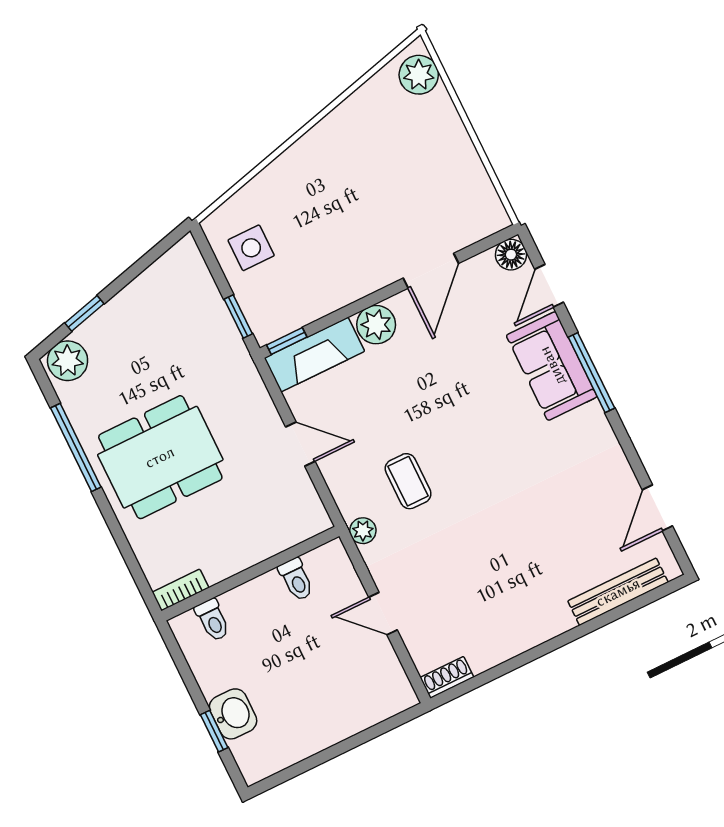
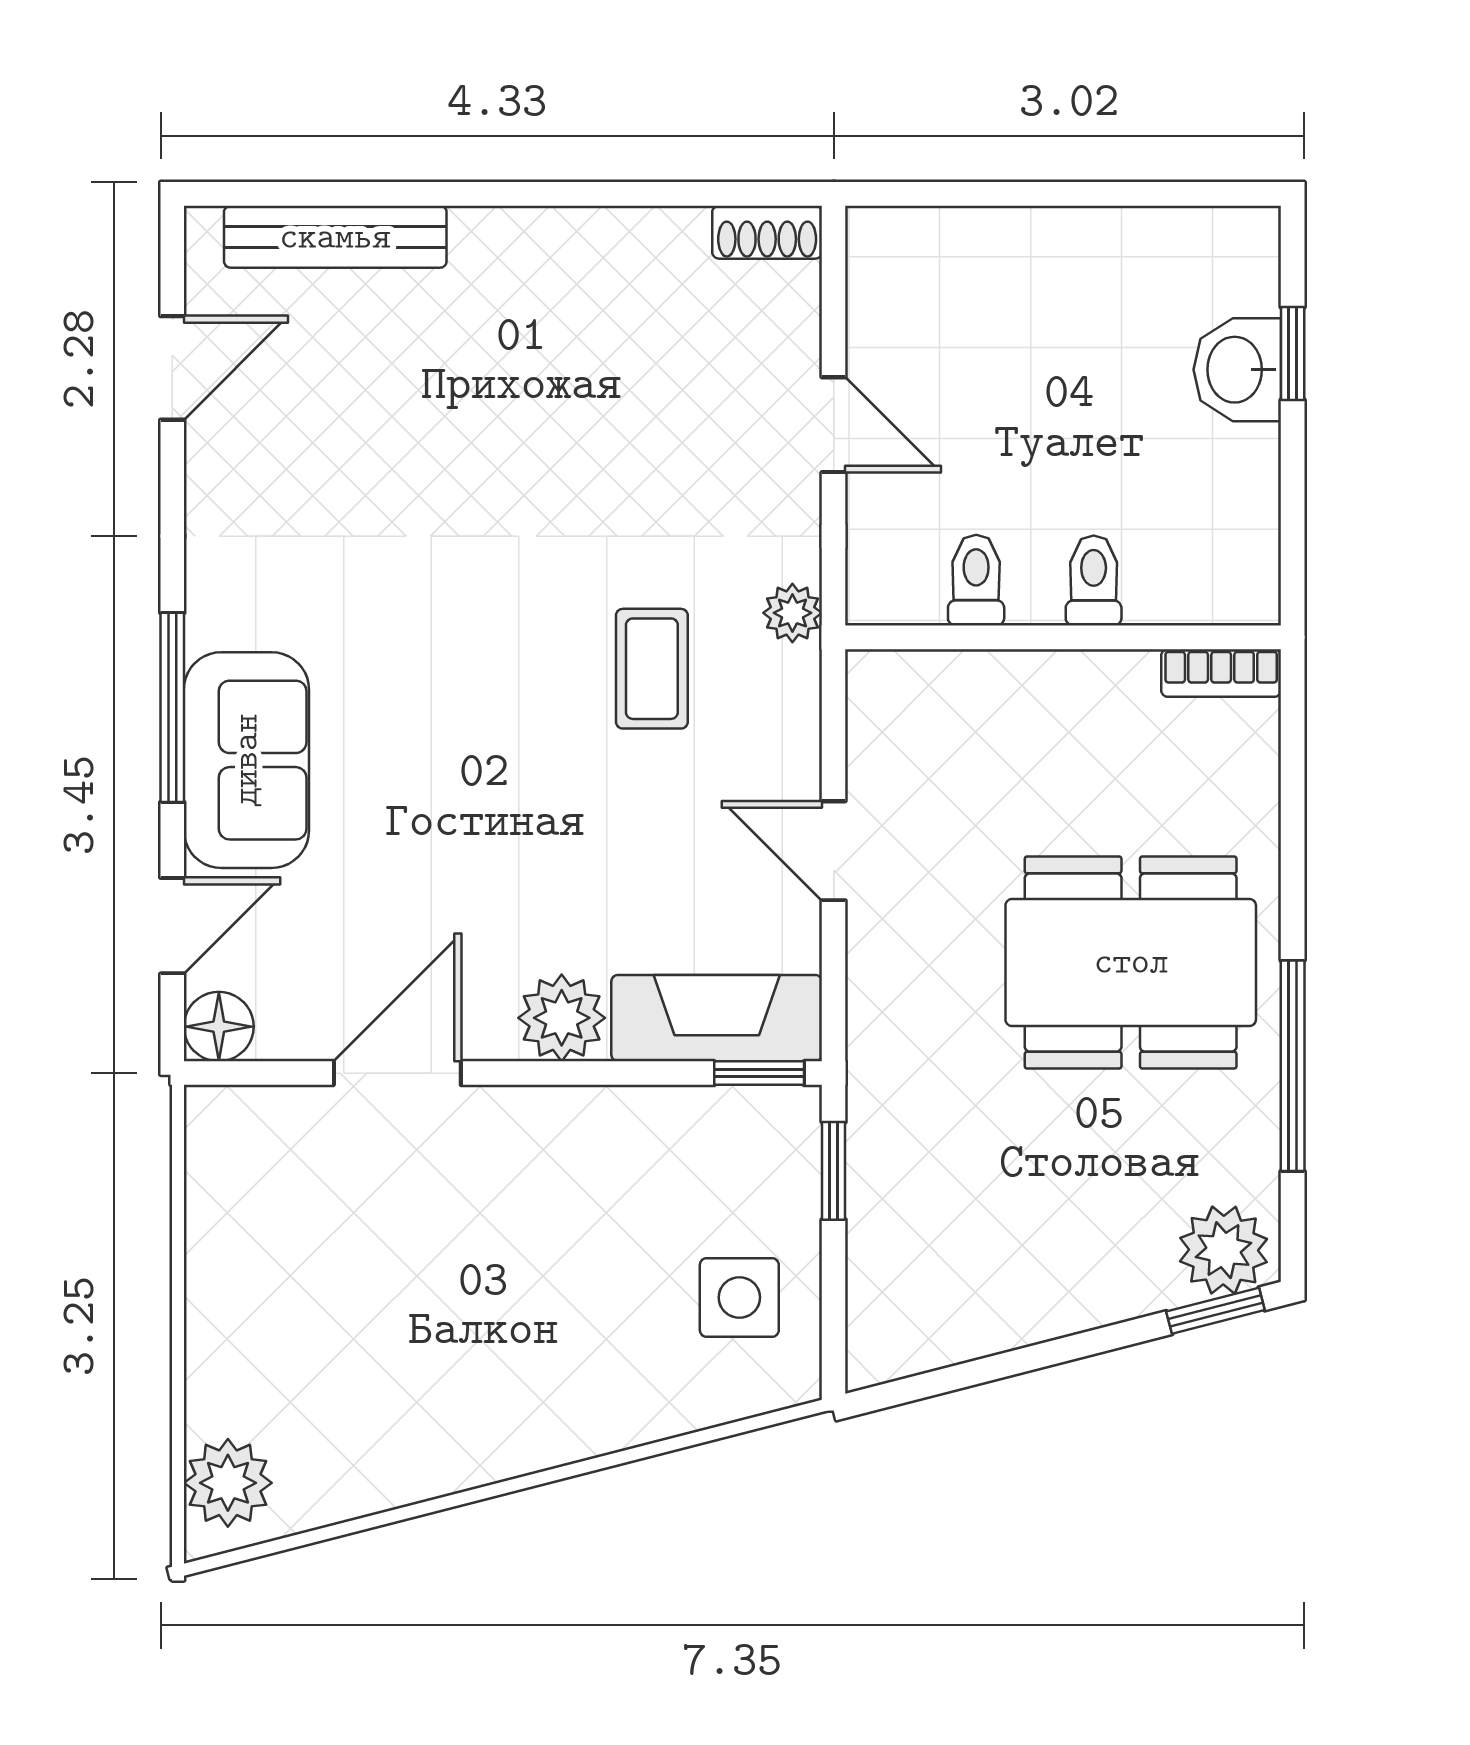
window: (84, 313) -> (1215, 1311), moved
toilet: (213, 620) -> (1094, 581), moved

